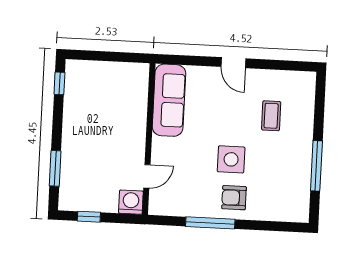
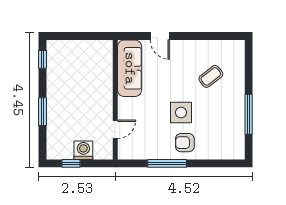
door: (233, 63) -> (160, 36), moved
coffee table: (271, 116) -> (211, 76), turned 52
window: (55, 168) -> (42, 112), moved
washing machine: (131, 202) -> (83, 150), moved

